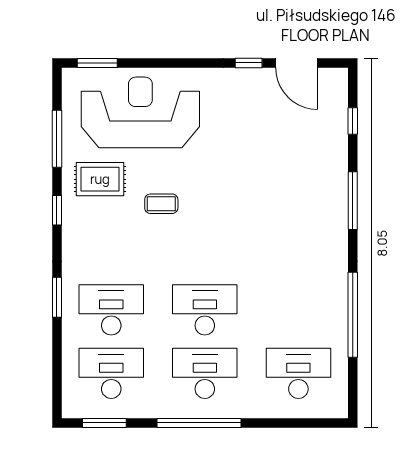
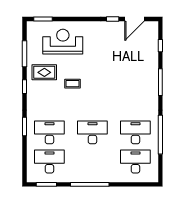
door: (297, 63) -> (135, 19), hinge flipped
reception desk: (140, 112) -> (63, 42), width x0.74, depth x0.77
desk: (205, 373) -> (135, 132), moved

